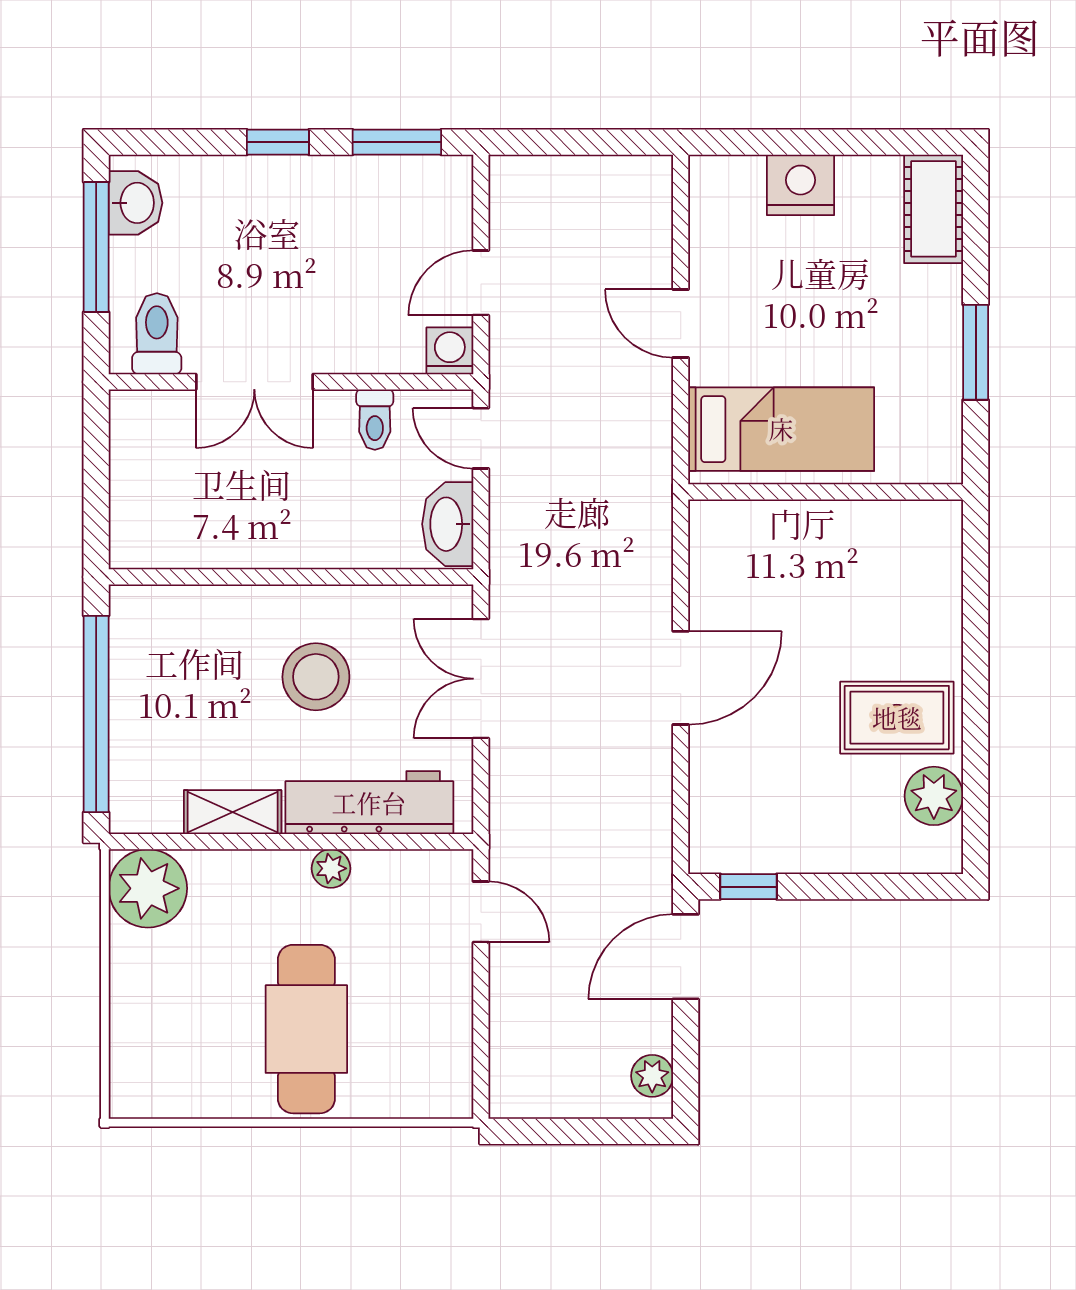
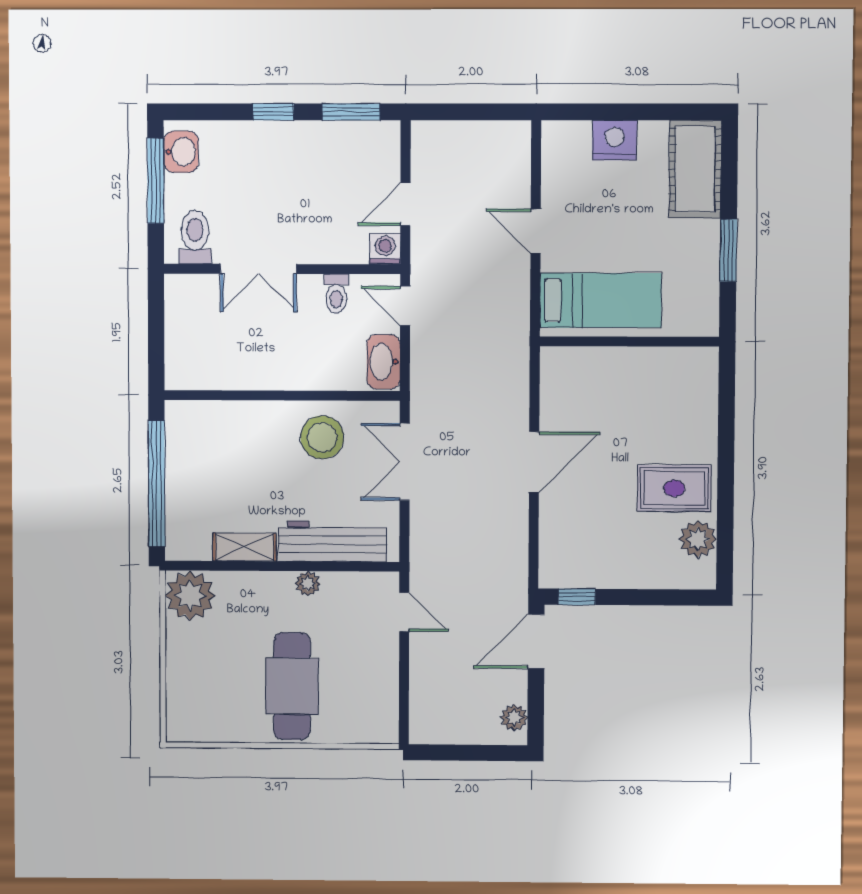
cot: (934, 209) -> (695, 169), width x1.37, depth x1.34
stool: (316, 677) -> (322, 437), moved

